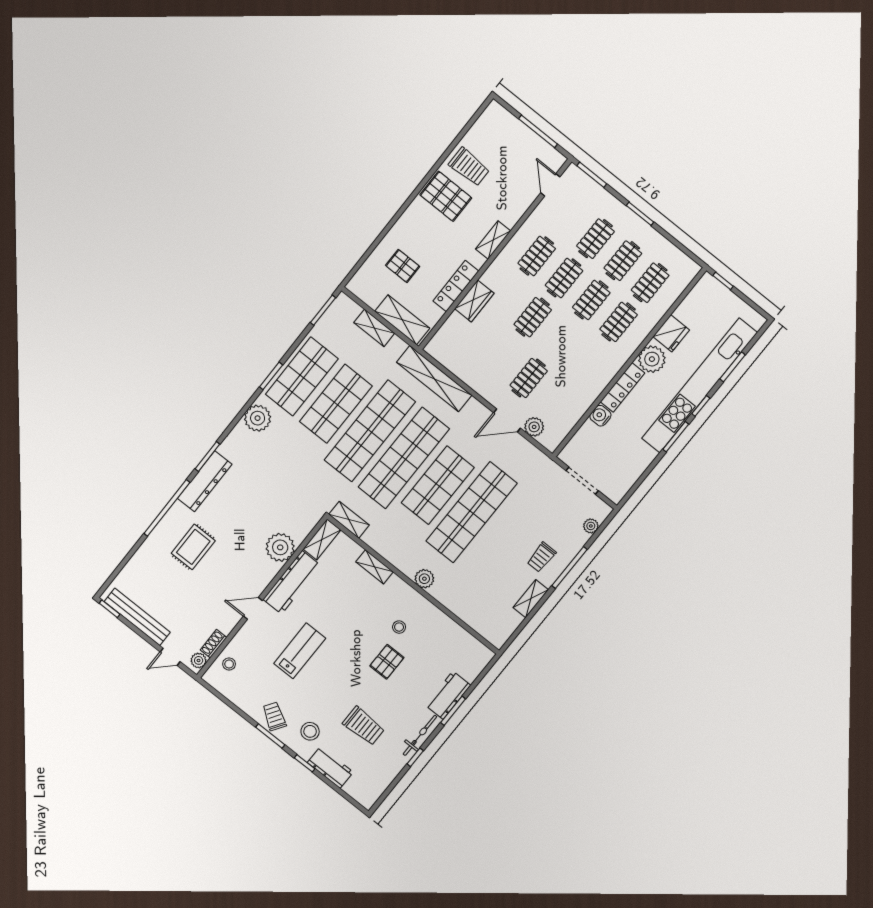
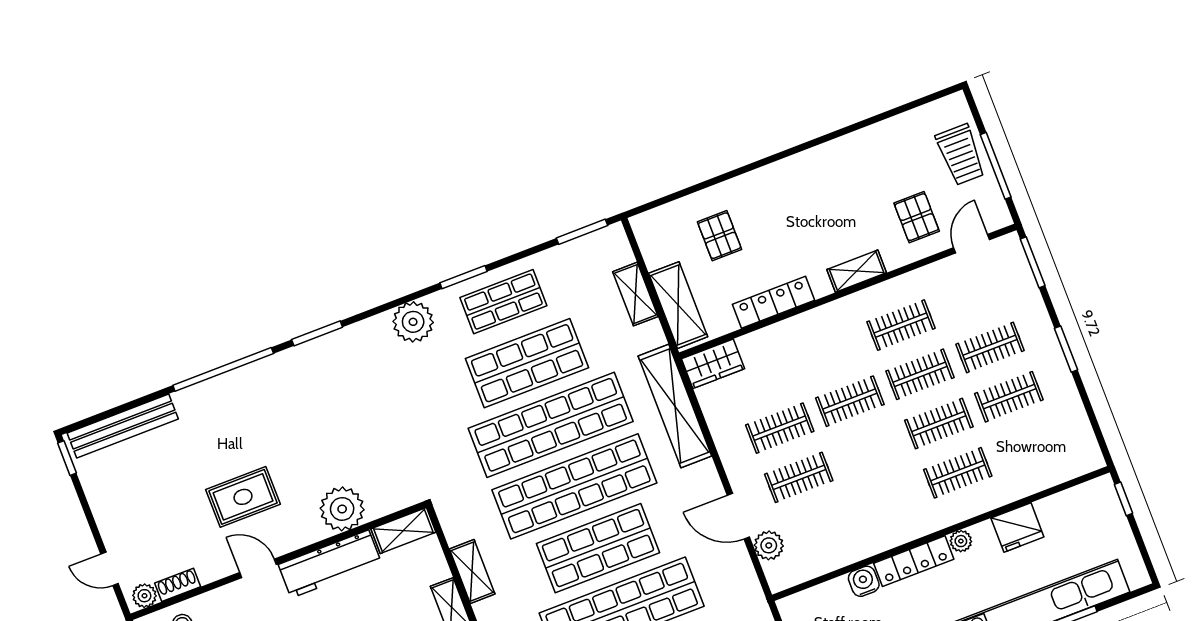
trolley: (469, 167) -> (961, 155), moved
pallet: (446, 196) -> (917, 217), moved, width x0.67, depth x0.71
clothes rail: (650, 283) -> (780, 428), moved
wardrobe: (474, 301) -> (713, 364), moved
plant: (652, 359) -> (961, 541), width x0.53, depth x0.53
shop shelf: (302, 376) -> (503, 302), width x0.70, depth x0.74
dresser: (205, 481) -> (294, 364), removed
shelving: (349, 520) -> (472, 571), moved
rug: (193, 547) -> (243, 497), moved
bench: (137, 617) -> (123, 426), moved, turned 90

